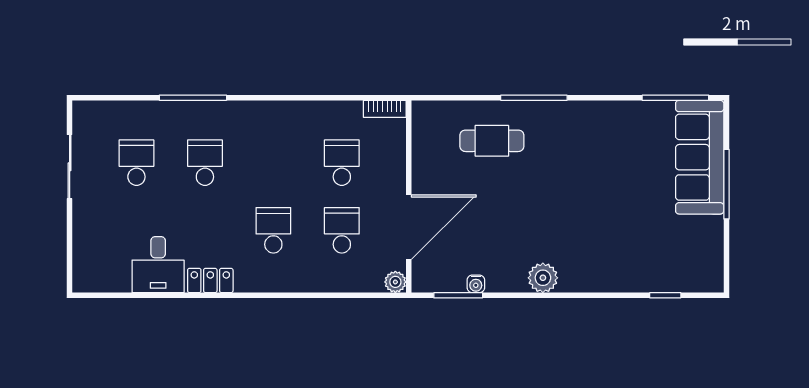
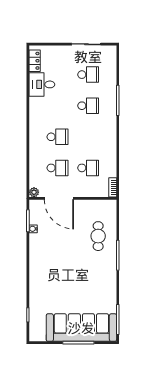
sofa: (700, 157) -> (81, 328), width x1.36, depth x1.27
plant: (543, 278) -> (36, 259), removed
locker: (210, 280) -> (35, 61), moved

